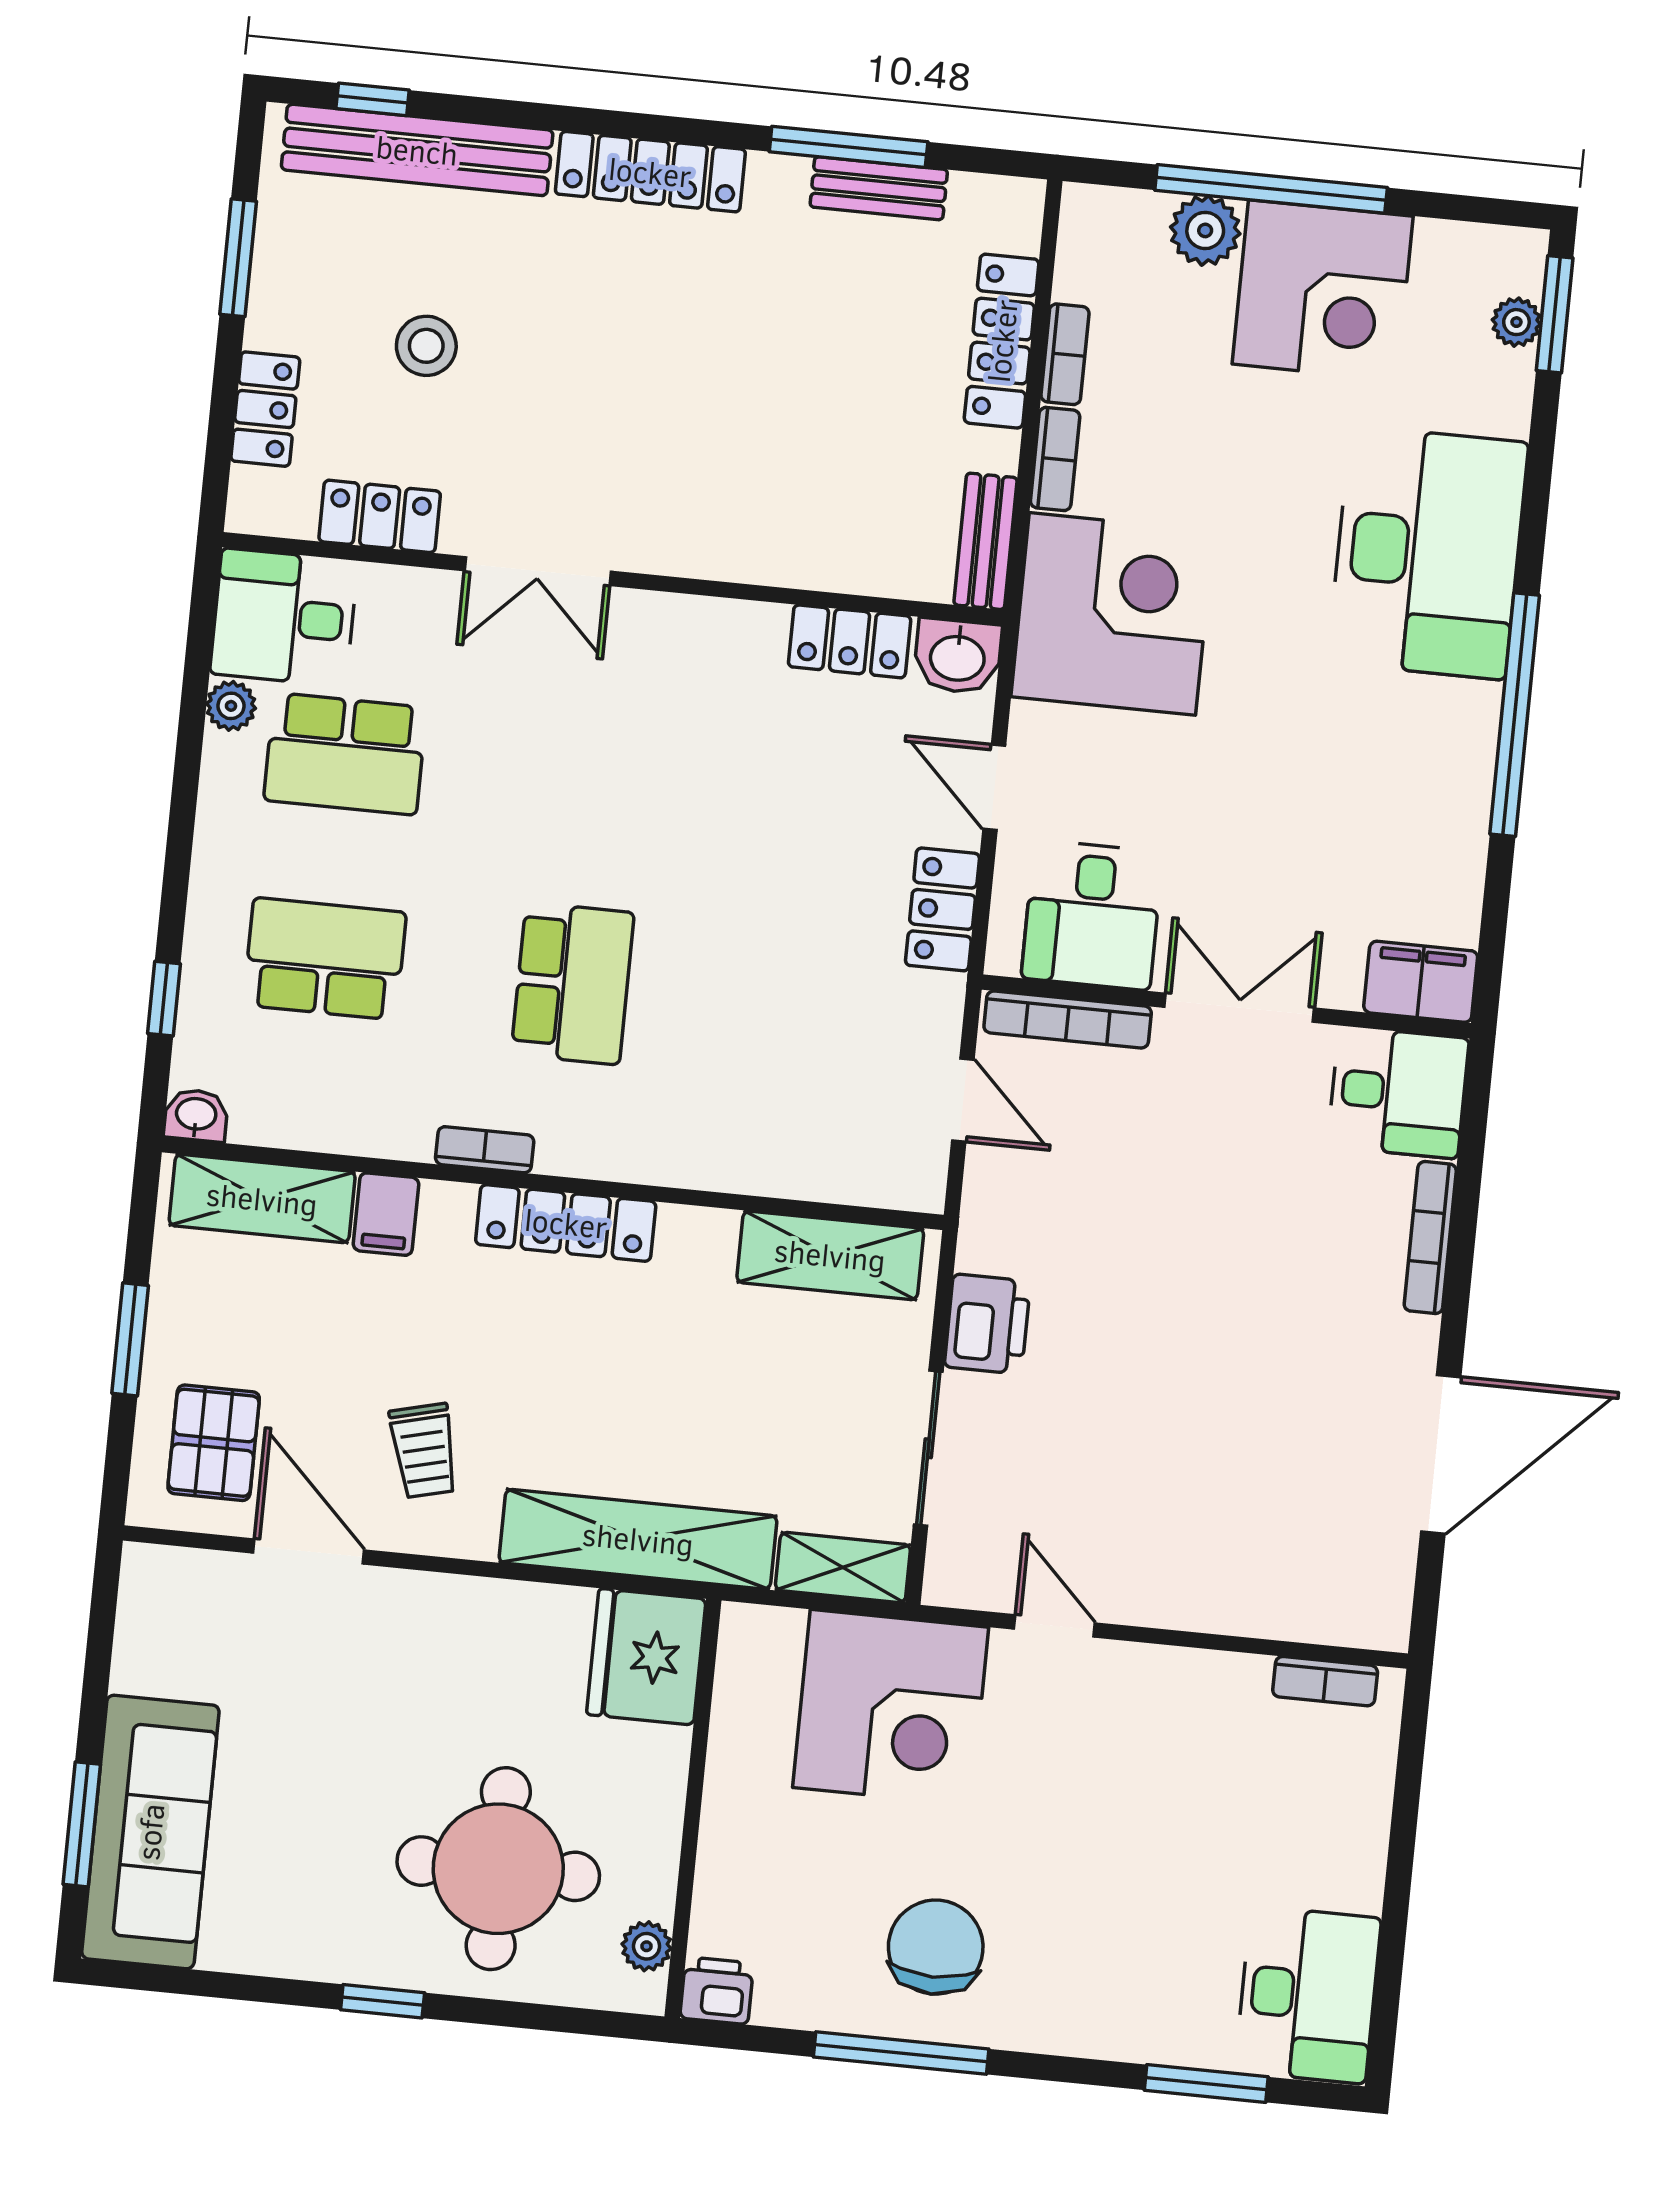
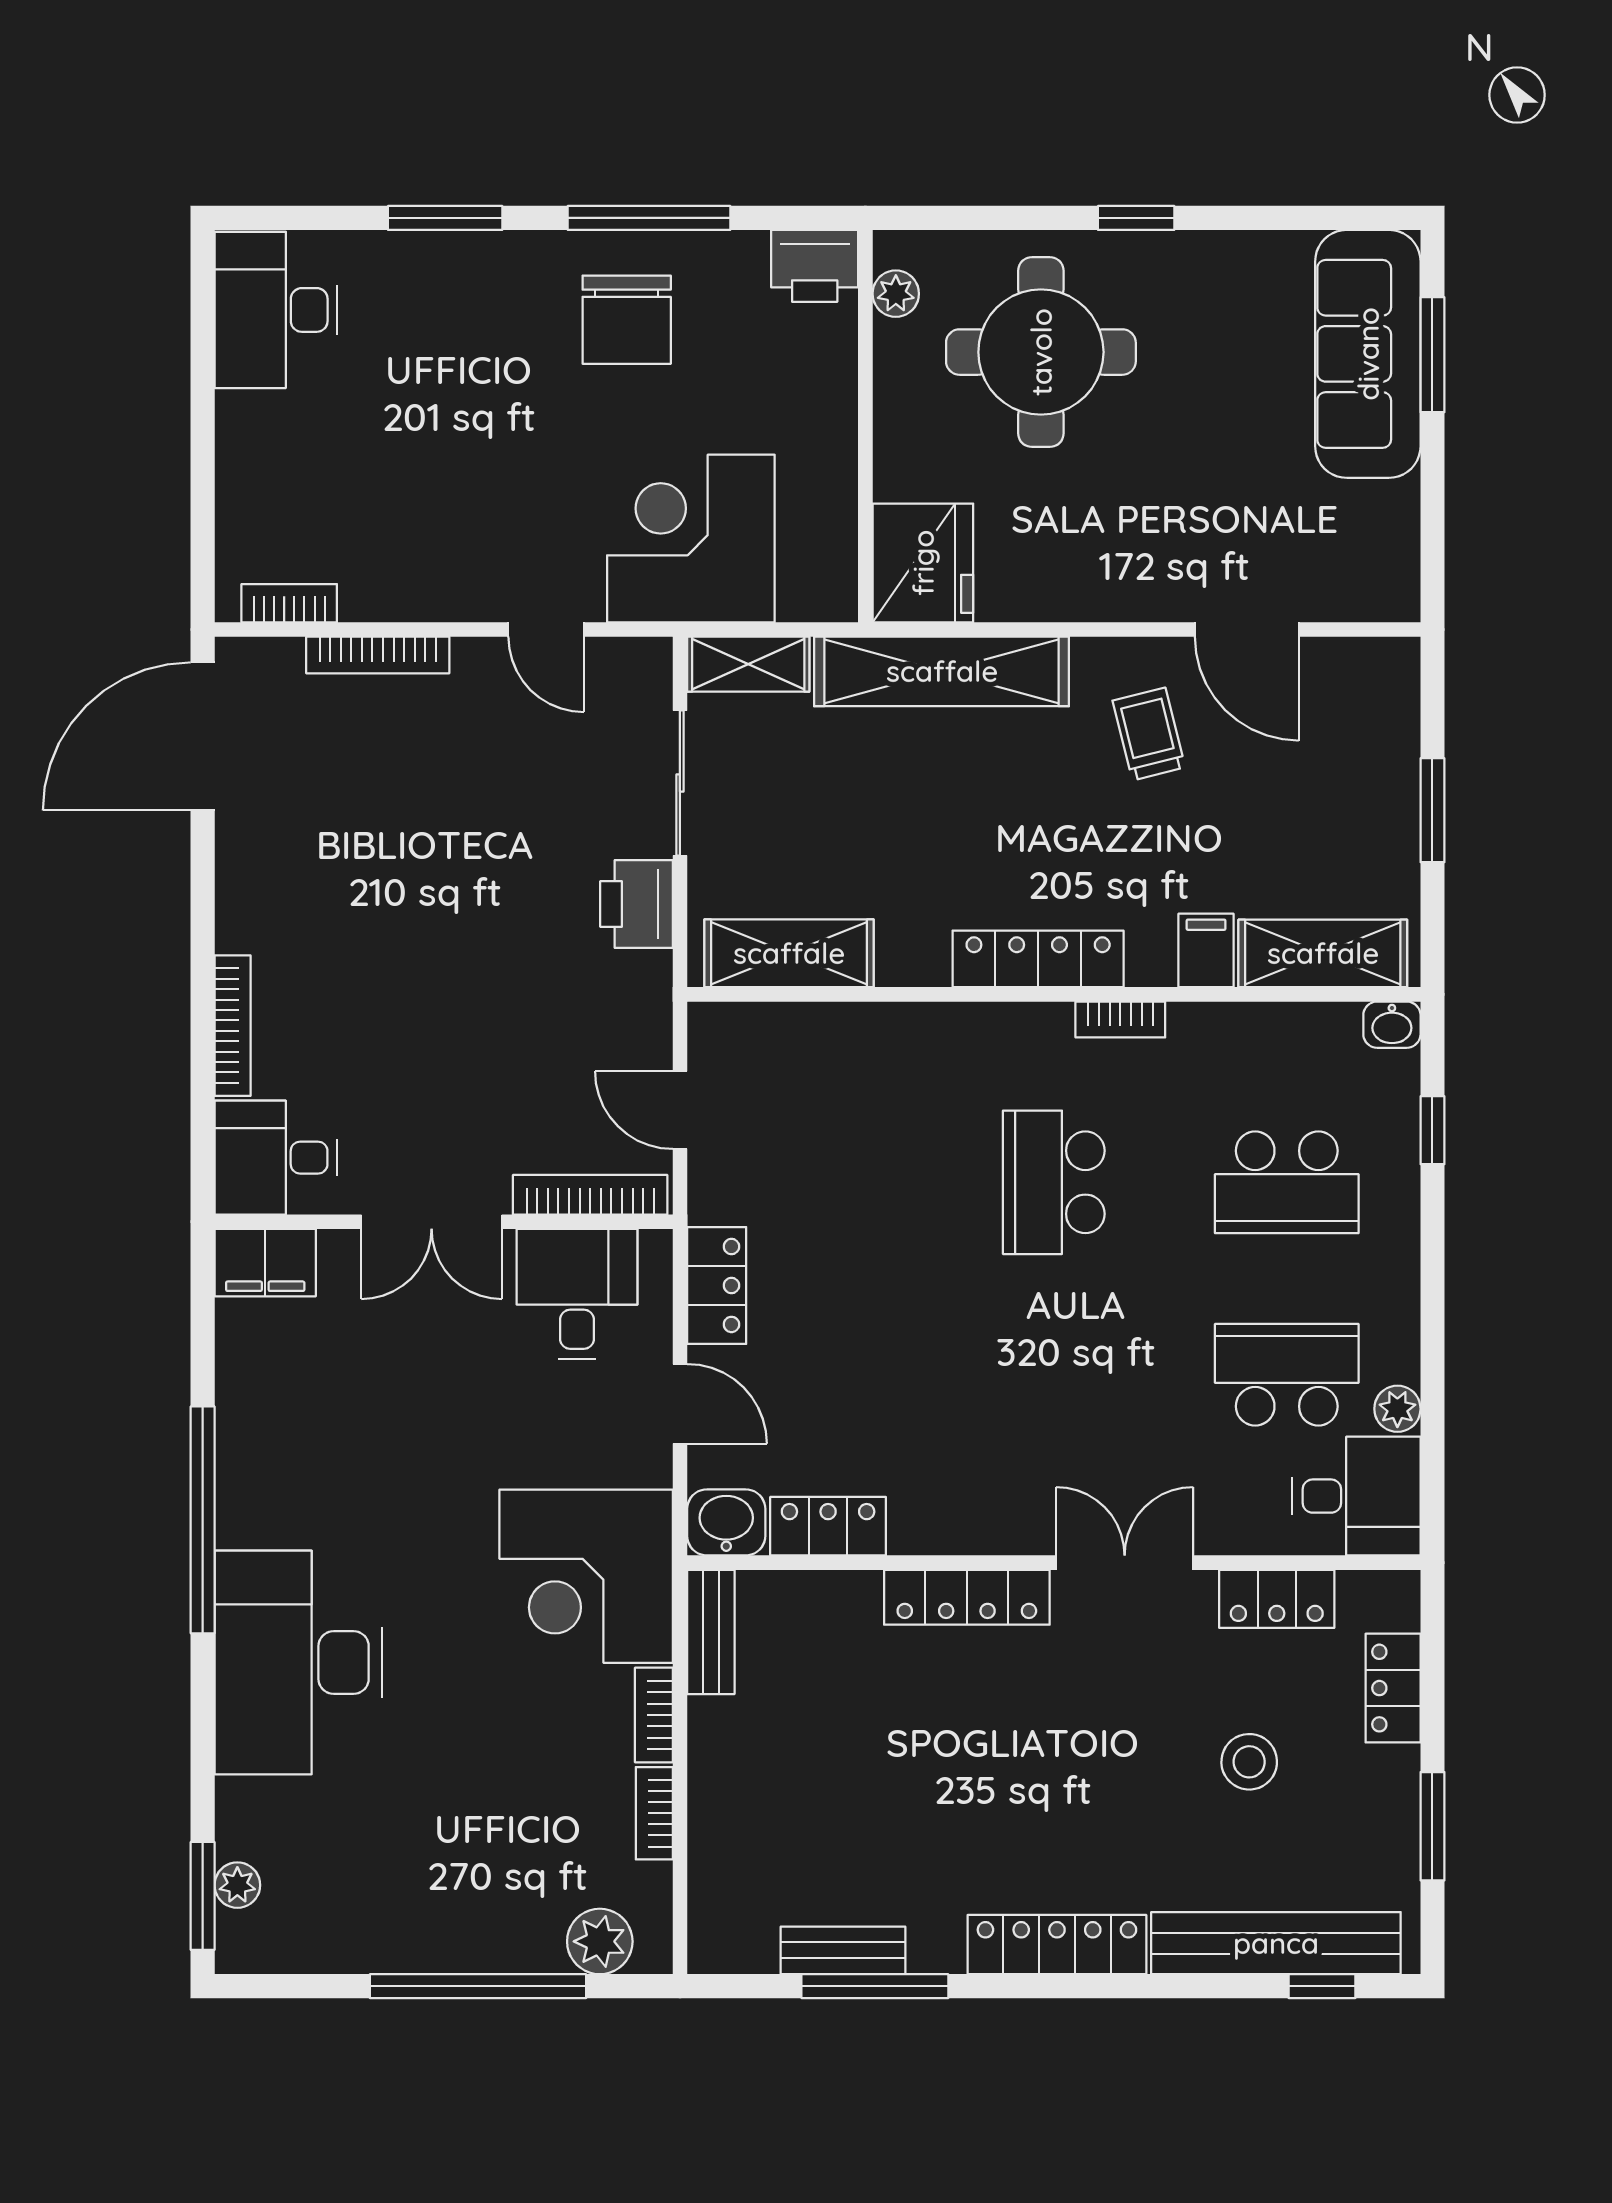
plant: (1205, 230) -> (600, 1941), moved
corner desk: (1323, 290) -> (421, 1897), removed
locker: (1002, 341) -> (967, 1597), moved, turned 90
pallet: (214, 1443) -> (1345, 722), removed
door: (1441, 1454) -> (203, 736), moved
bookcase: (1236, 1617) -> (378, 655), added
printer: (717, 1991) -> (815, 266), width x1.36, depth x1.24
window: (1206, 2083) -> (445, 218), moved

